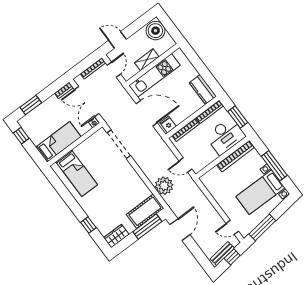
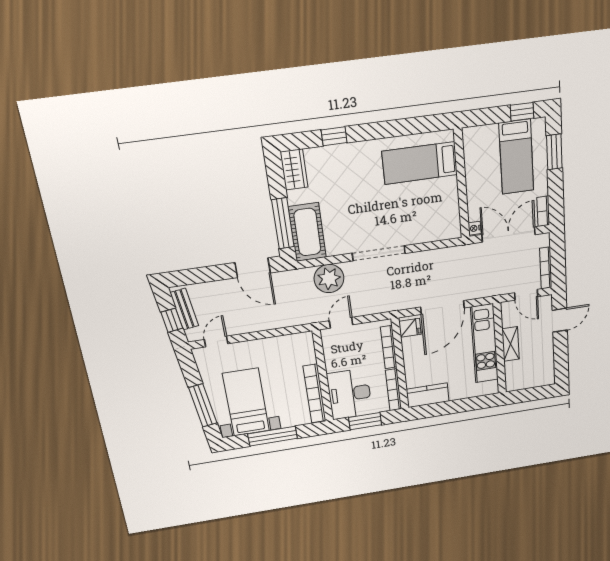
boiler: (155, 31) -> (539, 374), removed
bed: (58, 142) -> (516, 157), moved
doorway: (119, 144) -> (379, 253), moved
window: (262, 227) -> (203, 405), moved

